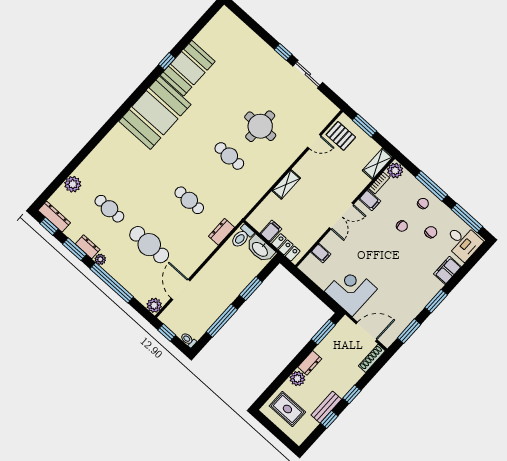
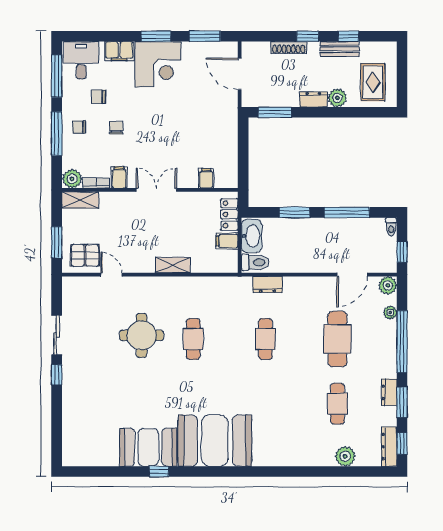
pallet: (341, 136) -> (85, 255), turned 90
plant: (100, 259) -> (390, 313), moved
corner desk: (351, 290) -> (158, 64), moved, turned -90
shoe rack: (372, 358) -> (289, 47), moved

